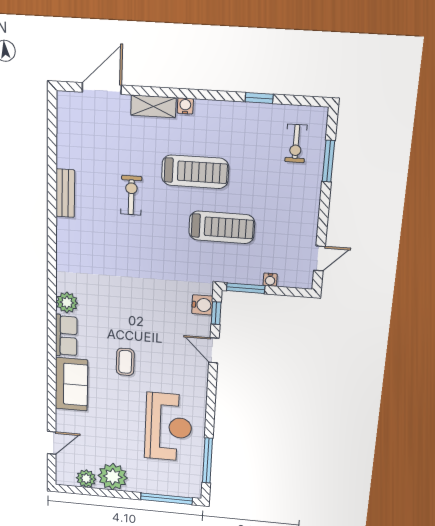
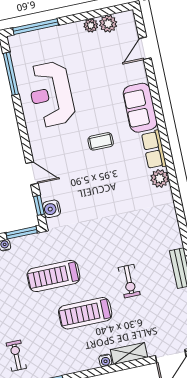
coffee table: (125, 362) -> (101, 141), turned 90
plant: (113, 477) -> (91, 25), width x0.53, depth x0.53

